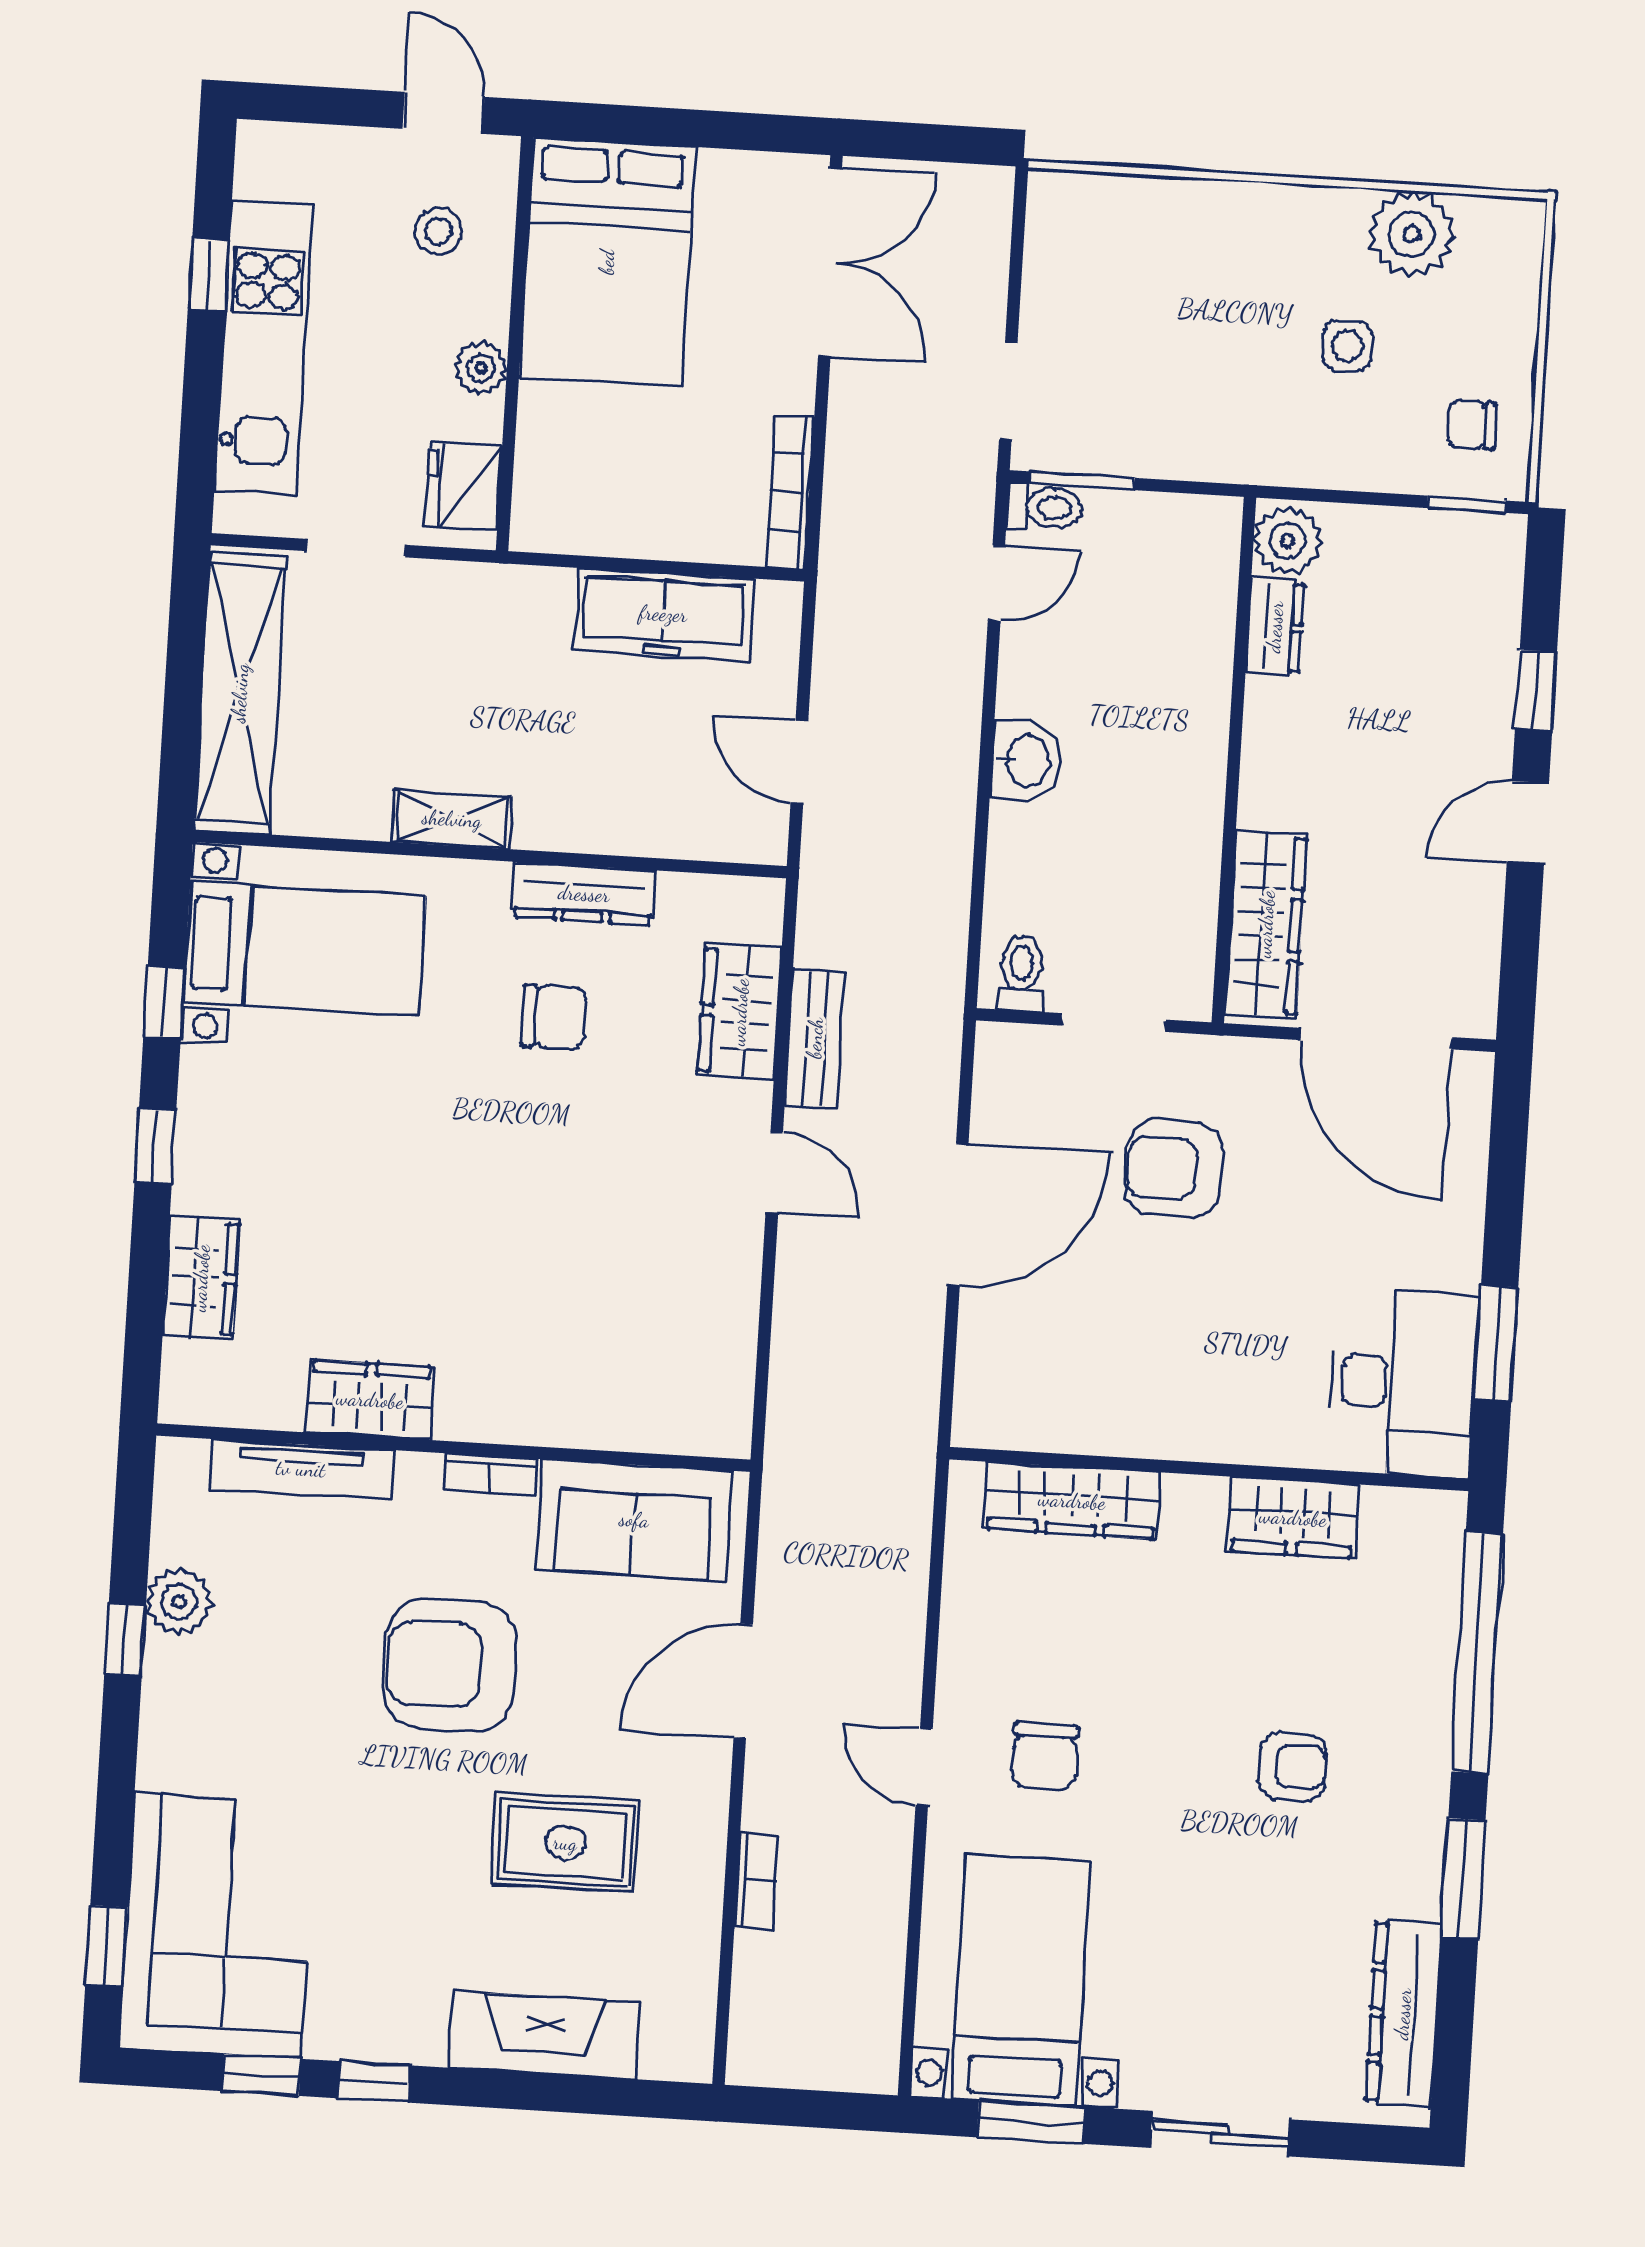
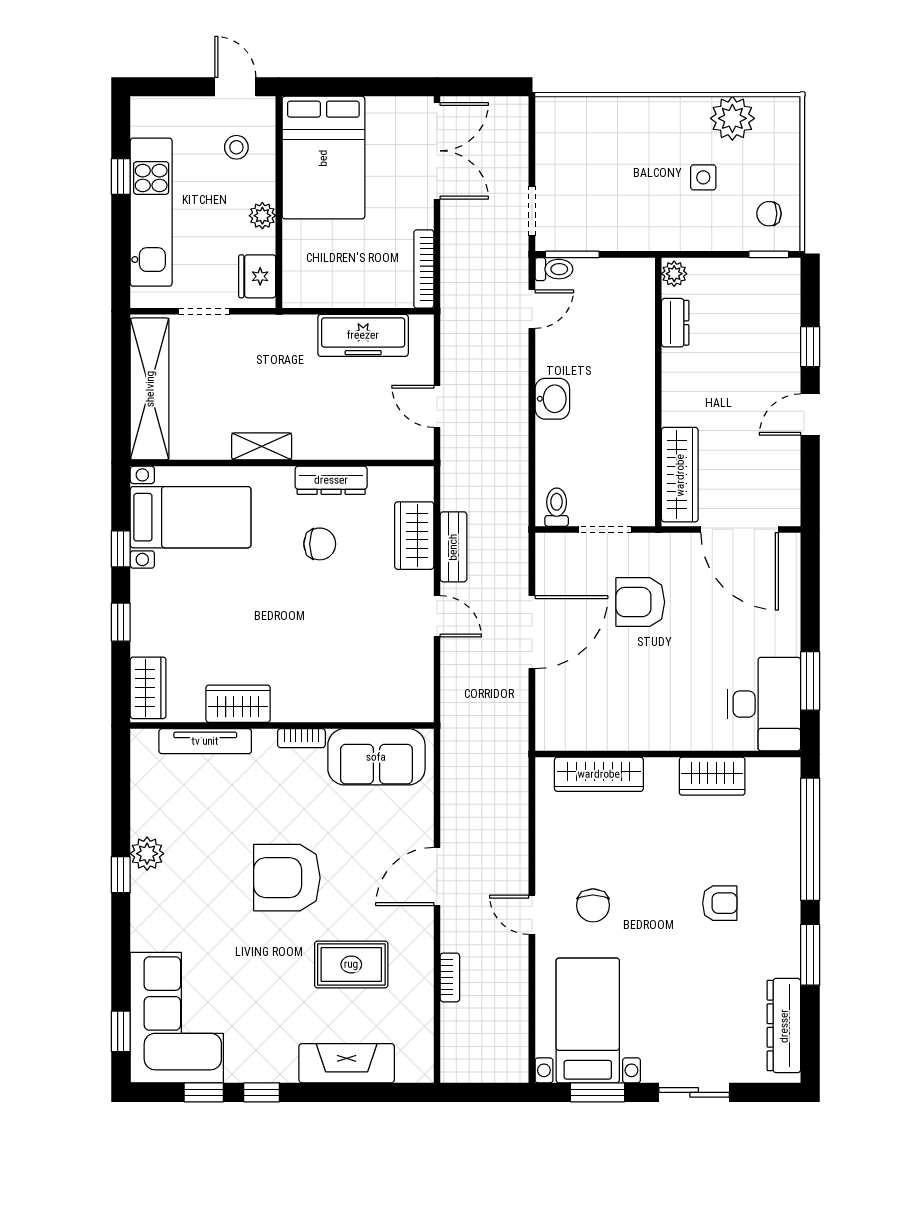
plant: (1288, 541) -> (674, 274), width x0.73, depth x0.73
wardrobe: (370, 1400) -> (238, 704), moved
wall: (453, 1448) -> (282, 726), moved
tv unit: (301, 1469) -> (205, 741), moved
bookcase: (490, 1475) -> (301, 738), moved
sofa: (634, 1520) -> (376, 757), moved

